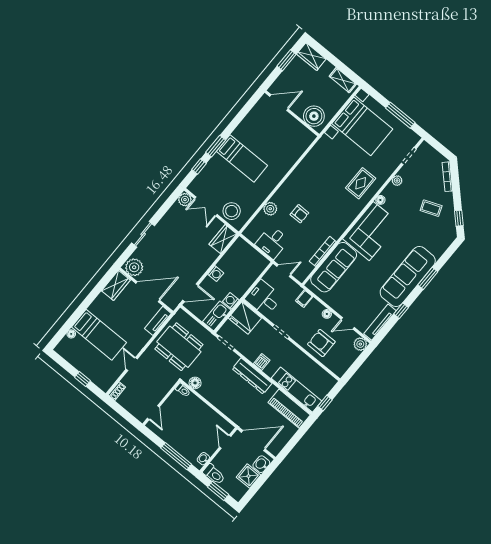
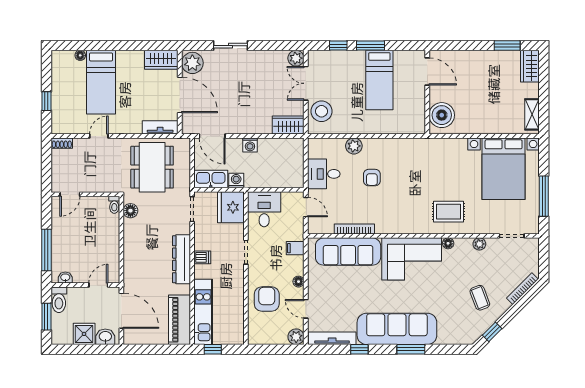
door: (279, 103) -> (427, 71), moved
wall: (292, 113) -> (427, 92), moved
boiler: (314, 116) -> (442, 115), moved

